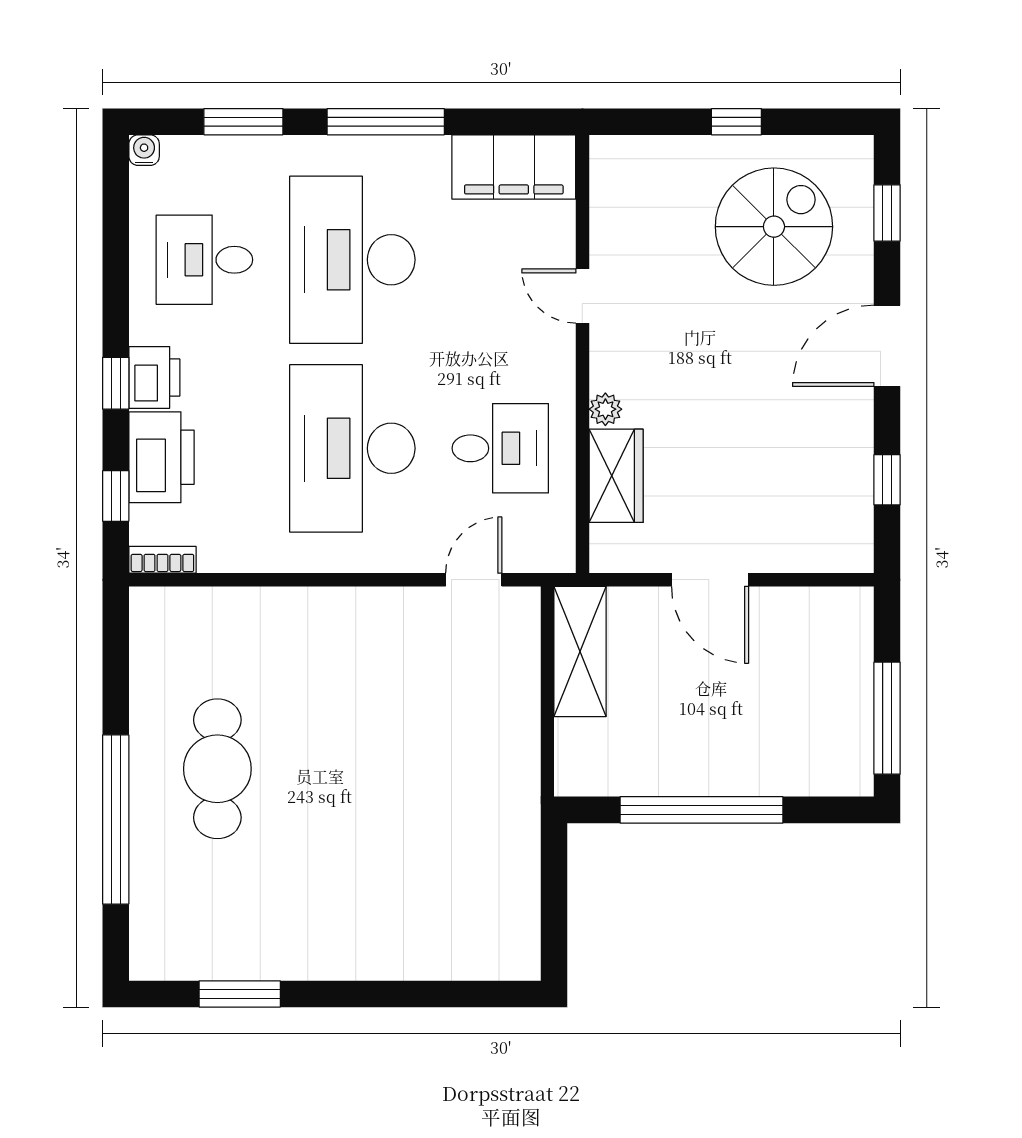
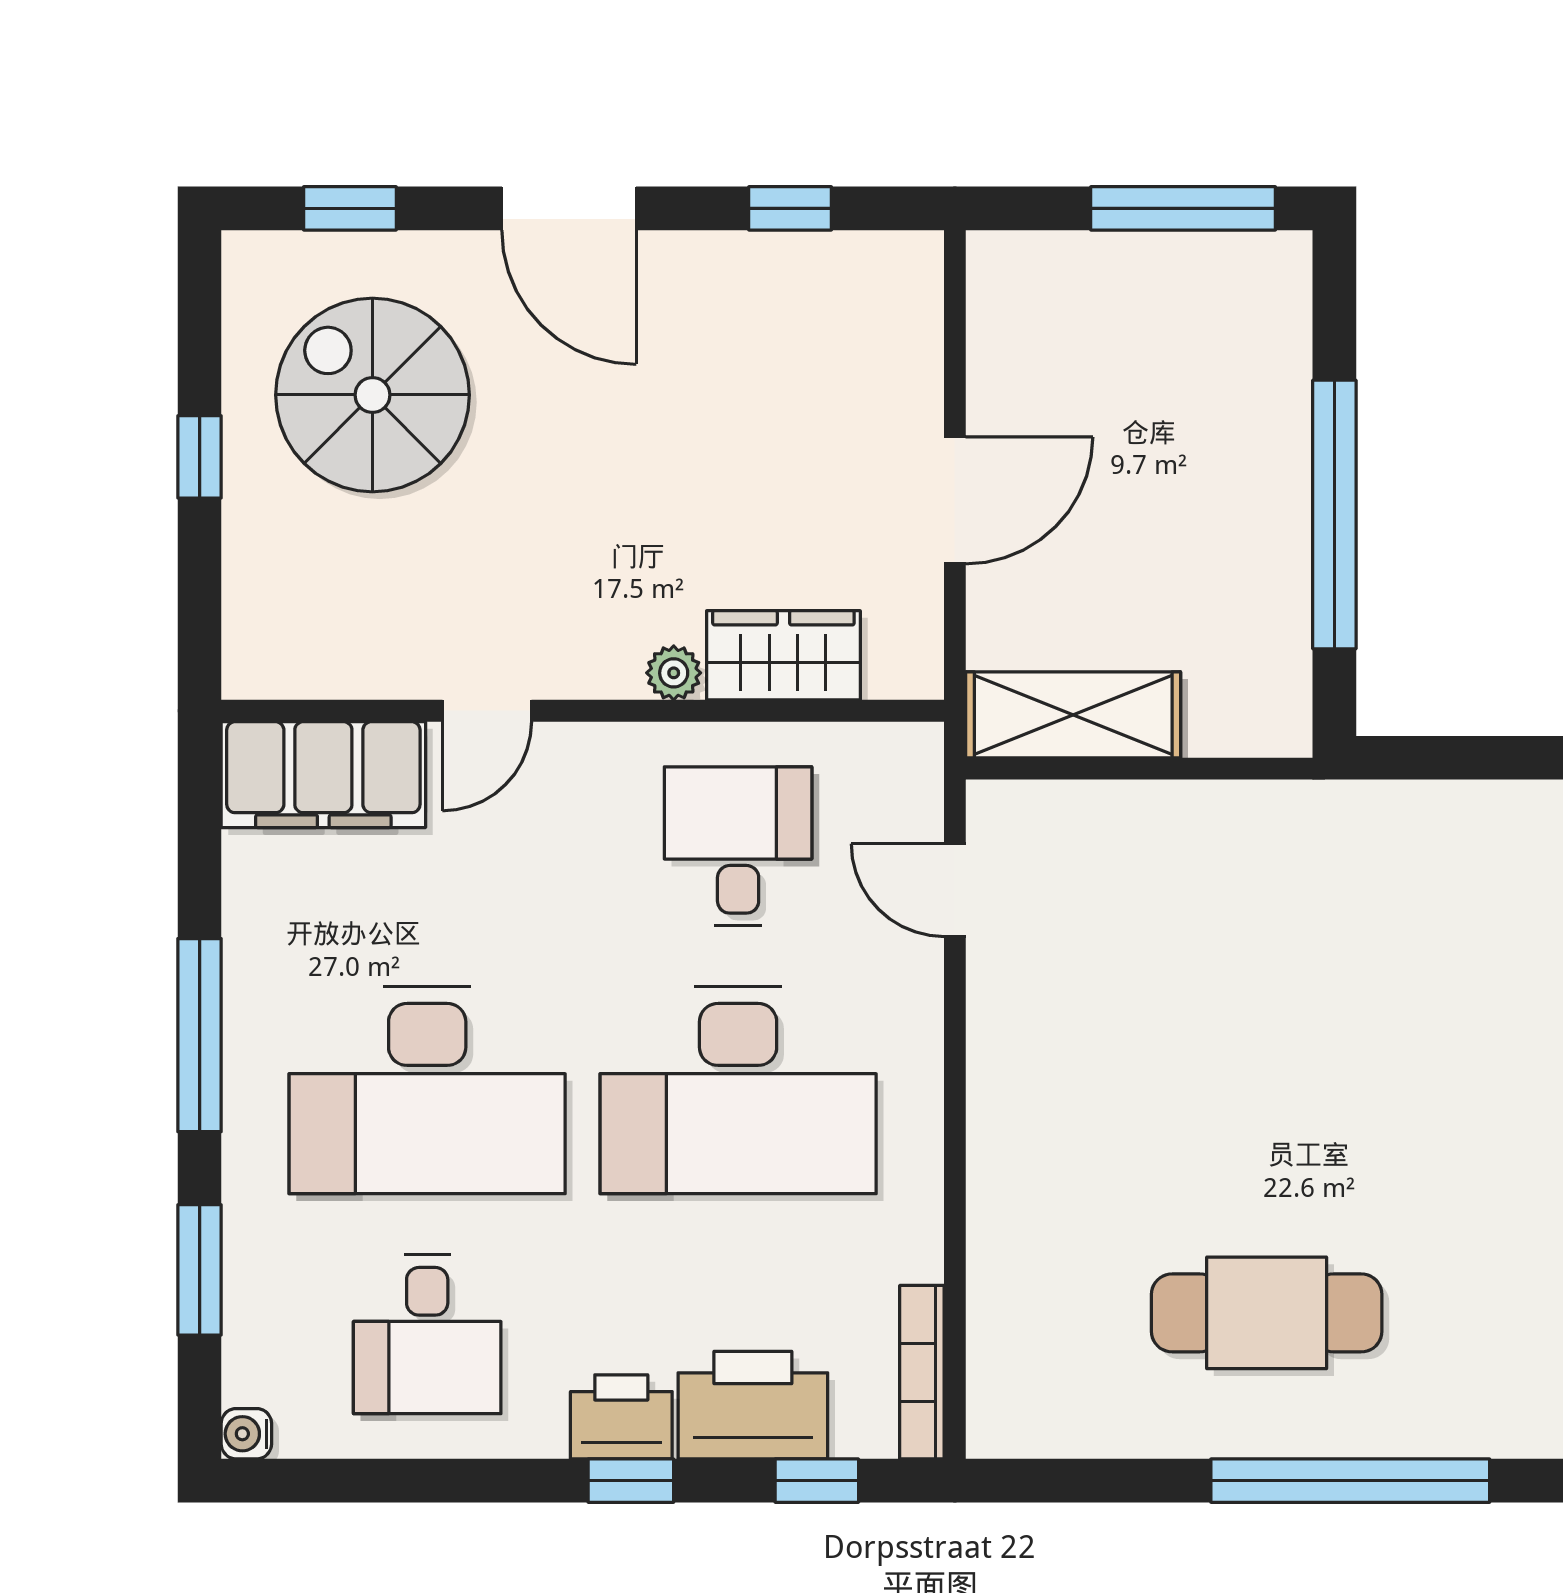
filing cabinet: (514, 167) -> (323, 775), moved, turned 90
bookcase: (162, 560) -> (922, 1372), width x1.56

